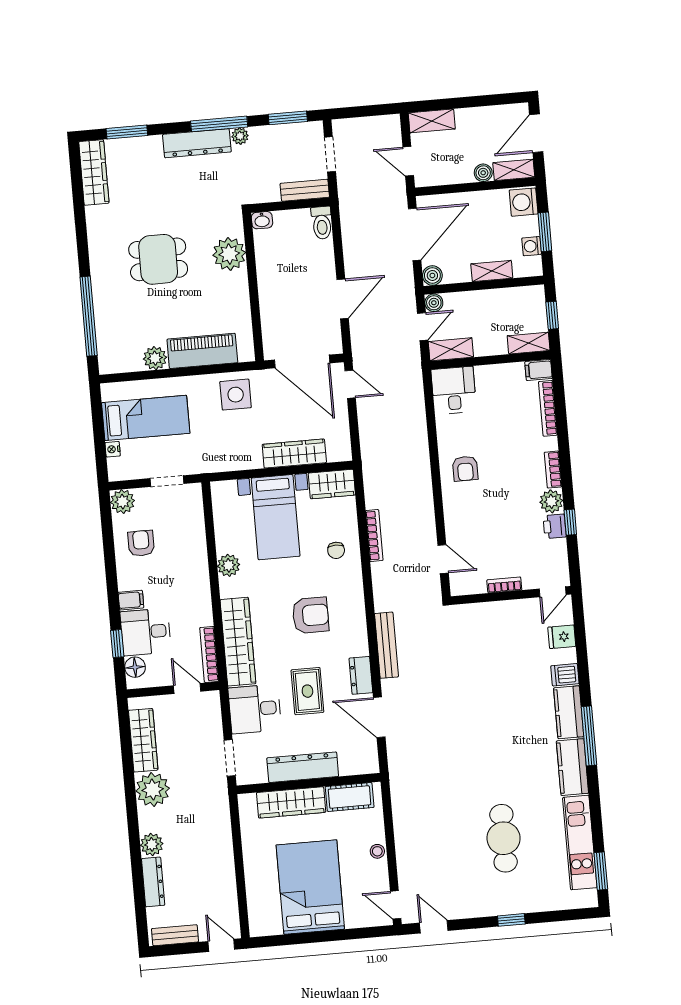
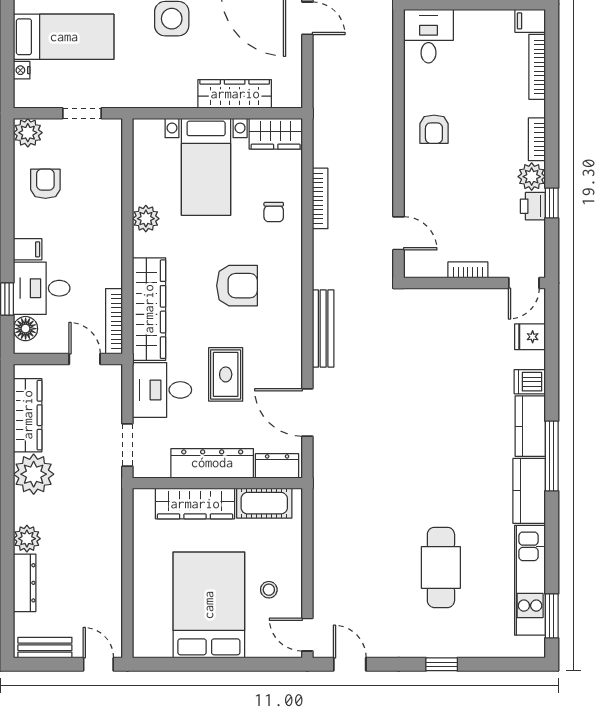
dresser: (361, 675) -> (277, 466), moved, turned 90
stool: (377, 851) -> (269, 590), moved

